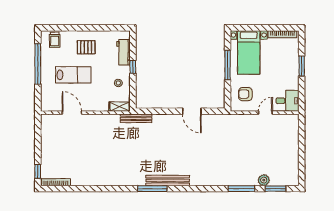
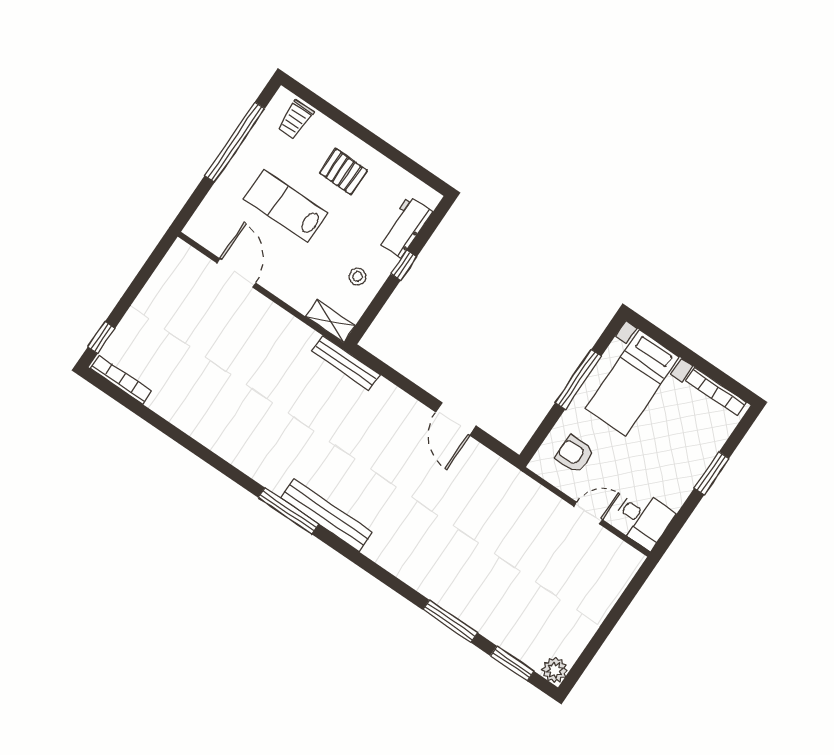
lab bench: (73, 75) -> (286, 206), turned 180
plant: (264, 180) -> (555, 670), moved

